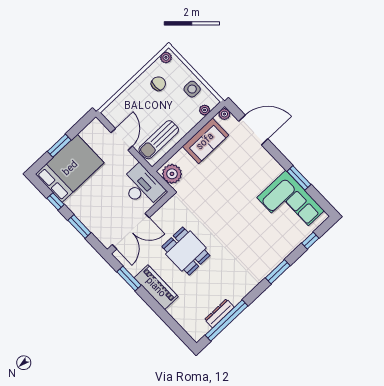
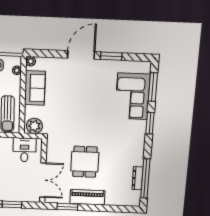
door: (253, 130) -> (81, 55), moved
desk: (142, 187) -> (25, 150), width x0.73
corner sofa: (291, 204) -> (132, 96), moved, turned 90
window: (310, 241) -> (153, 87), width x2.17
dining table: (186, 251) -> (85, 162), turned 90

